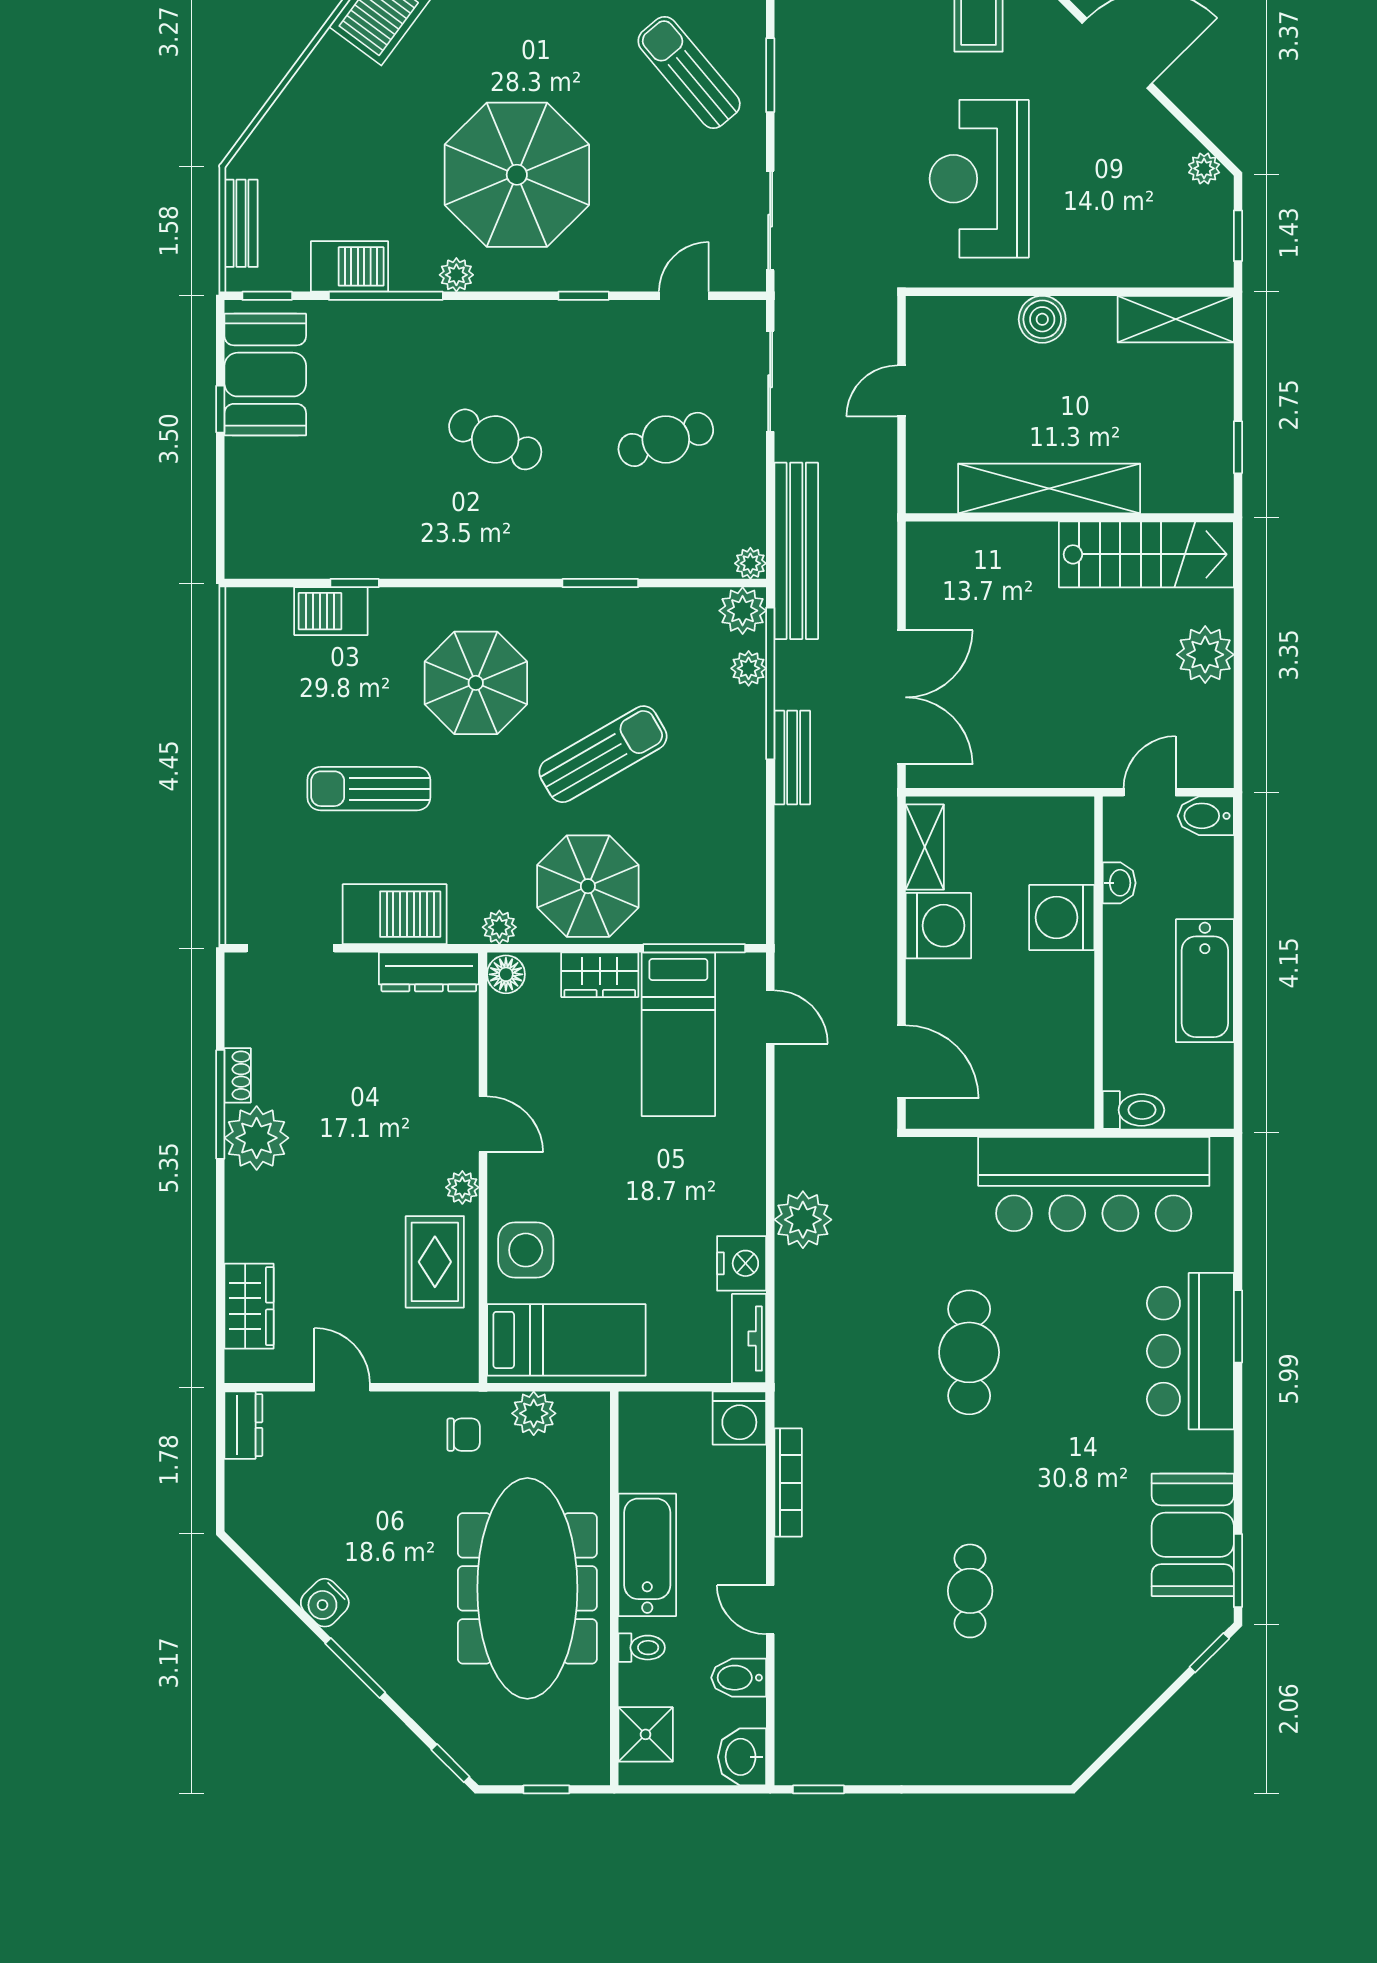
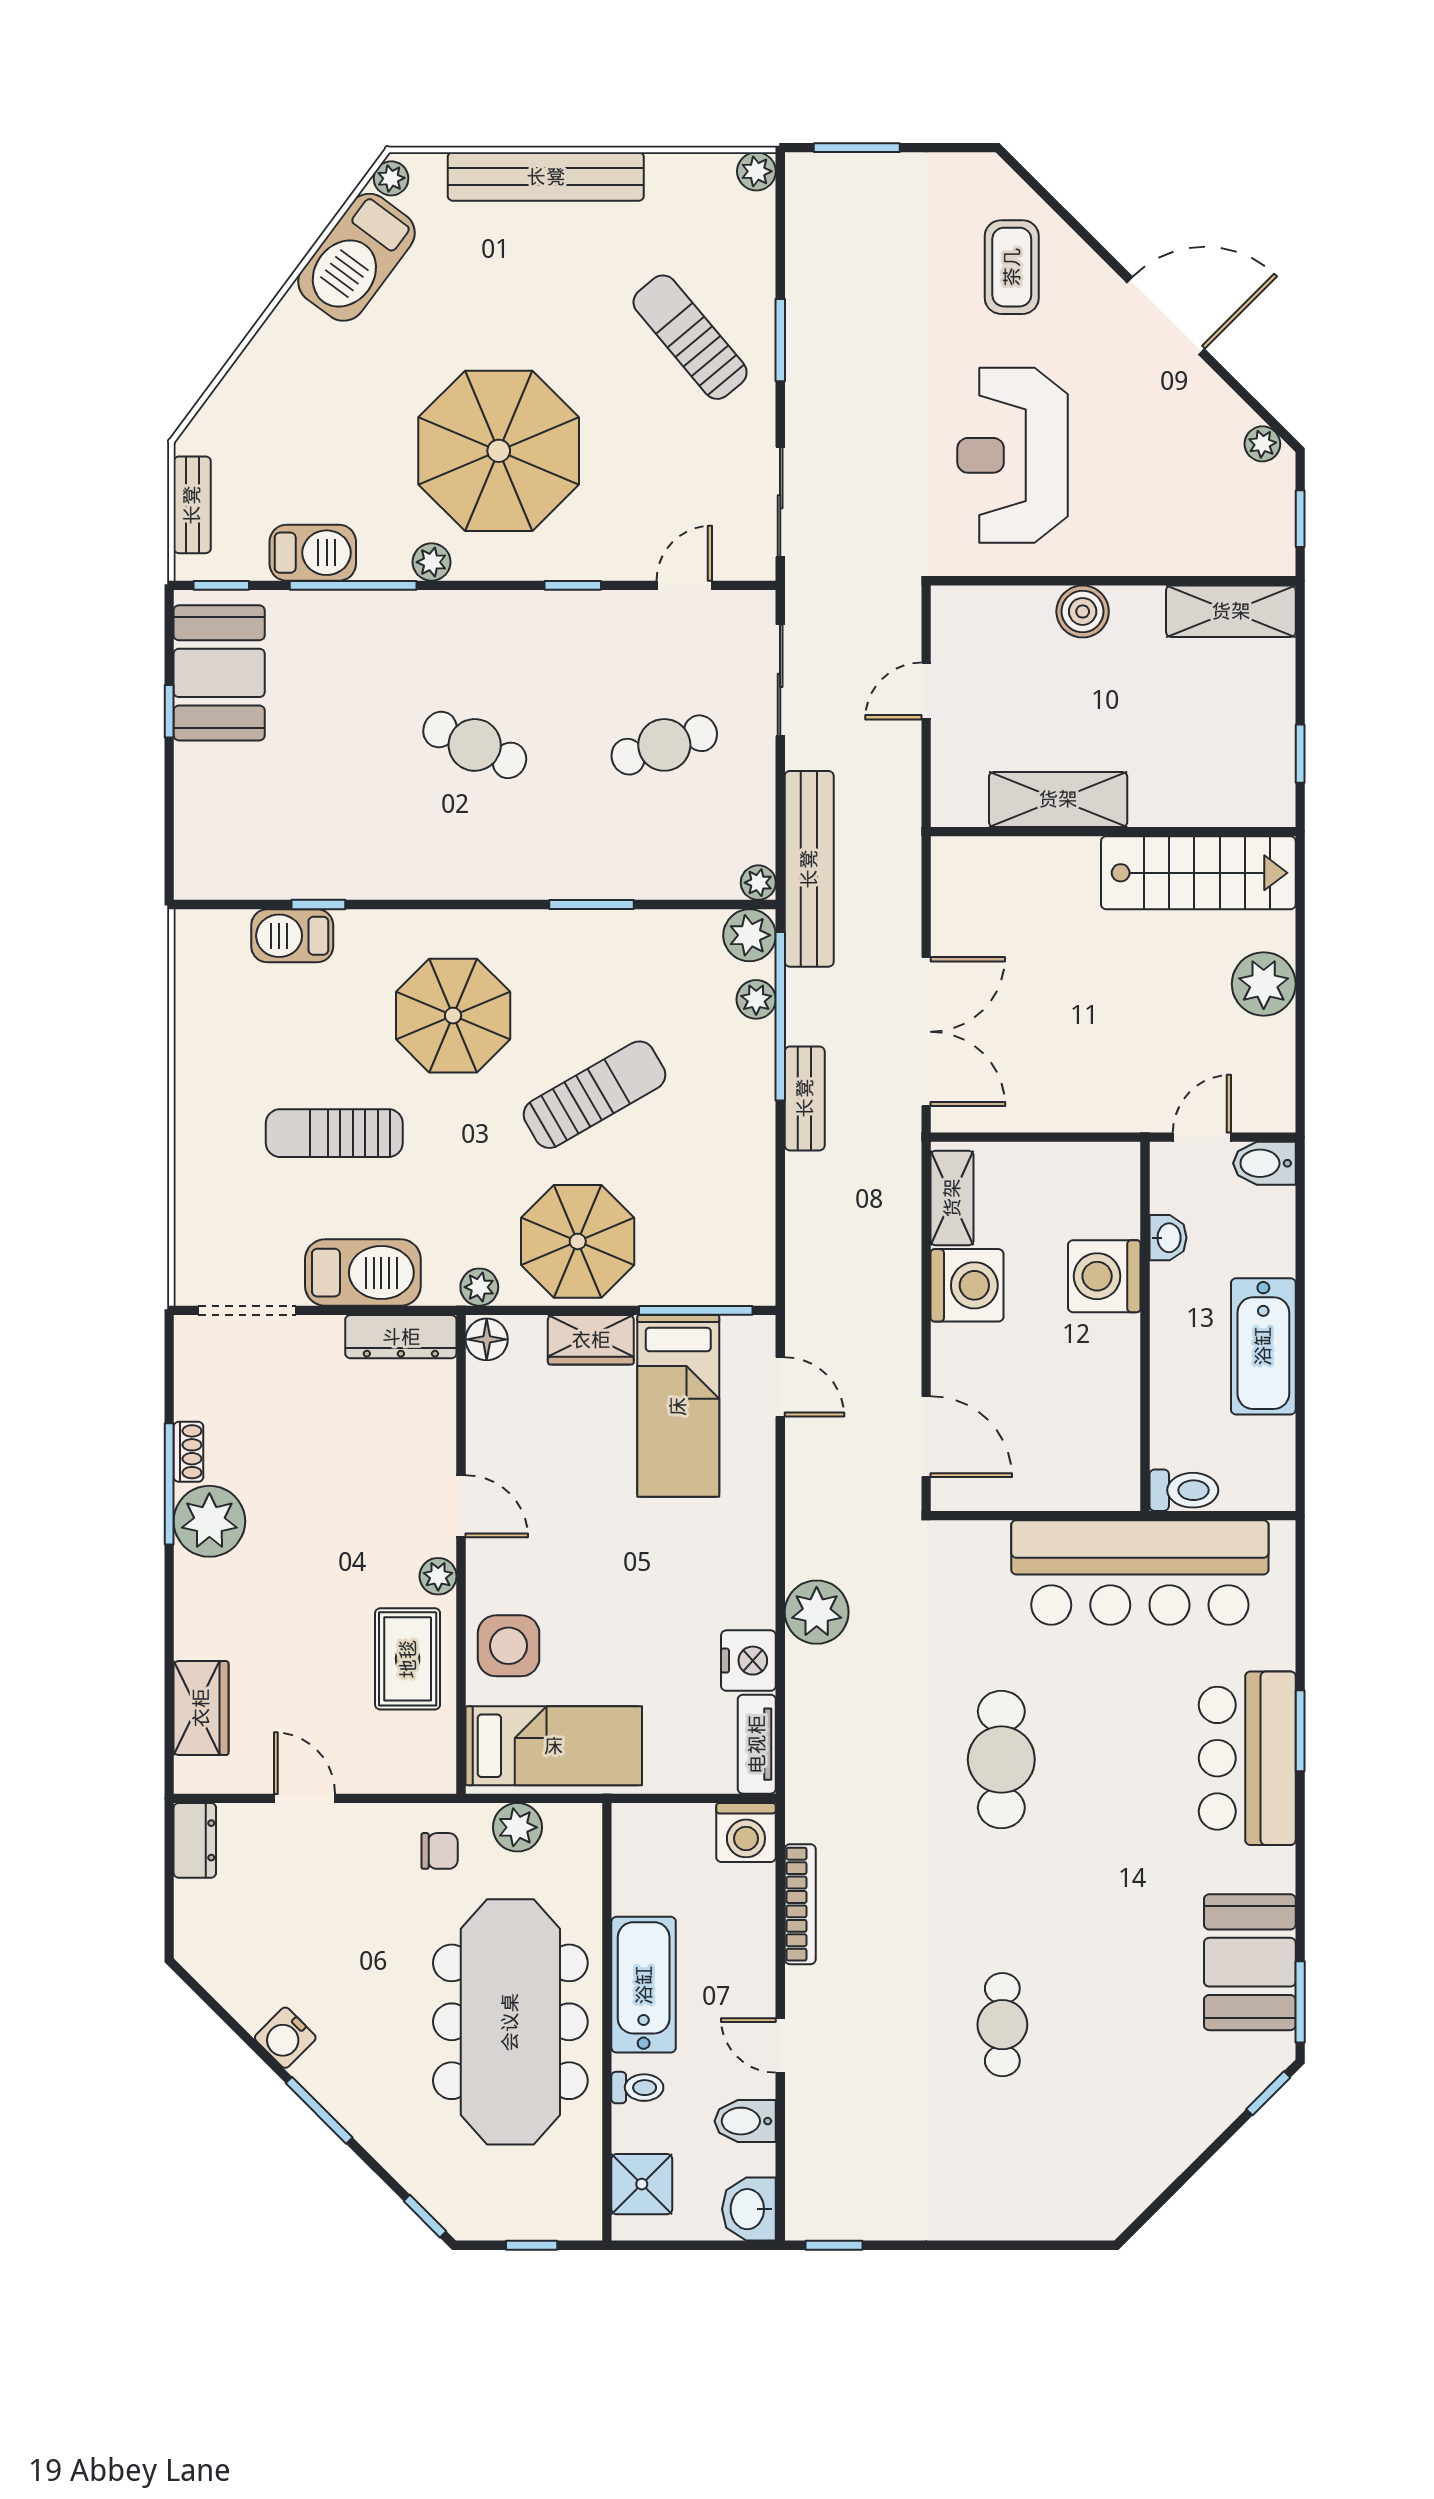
shelving: (1049, 488) -> (1058, 799), width x0.68

